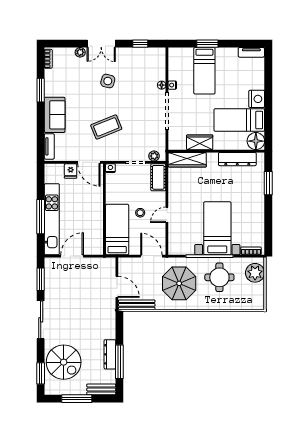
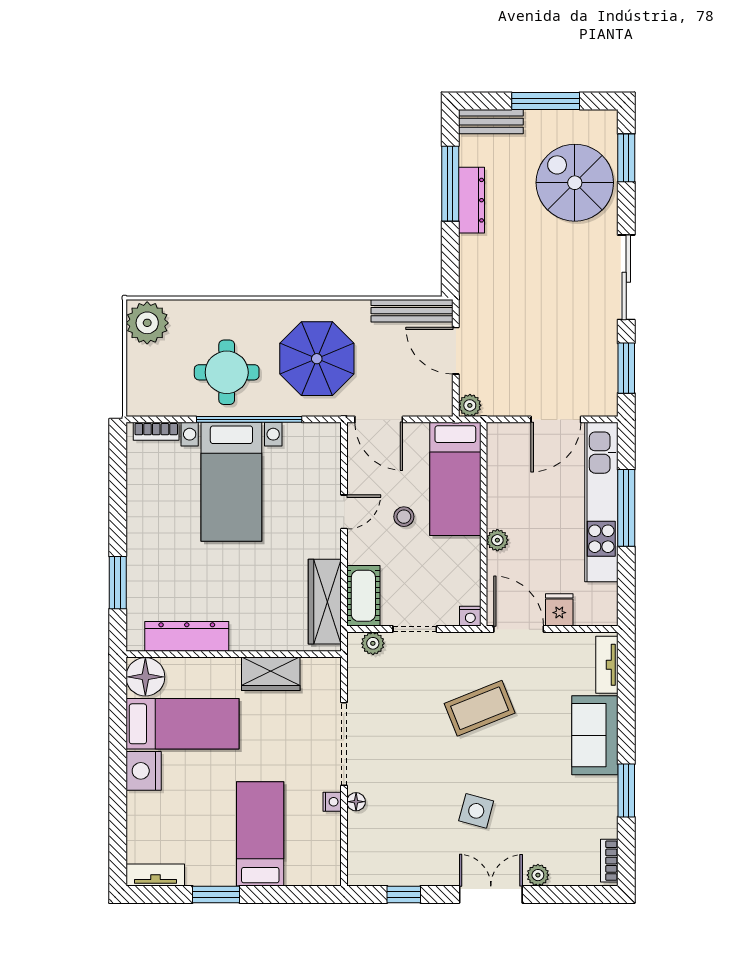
window: (207, 44) -> (216, 894), moved
wardrobe: (187, 160) -> (325, 602), moved, turned -90
plant: (98, 202) -> (497, 540), added
plant: (111, 262) -> (470, 405), added
plant: (255, 273) -> (147, 323), moved

